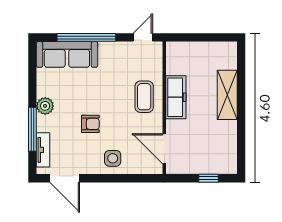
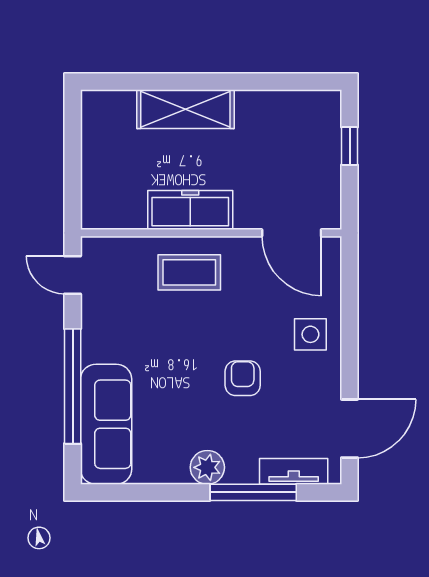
door: (164, 149) -> (292, 233), hinge flipped

